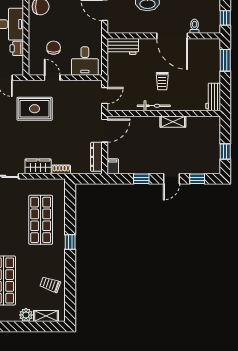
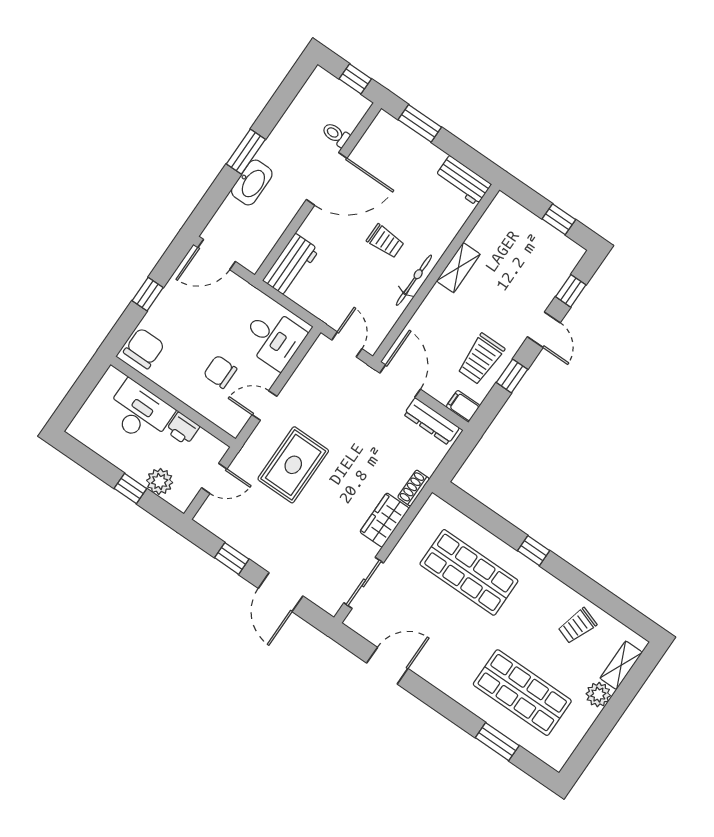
trolley: (139, 160) -> (481, 359), added

